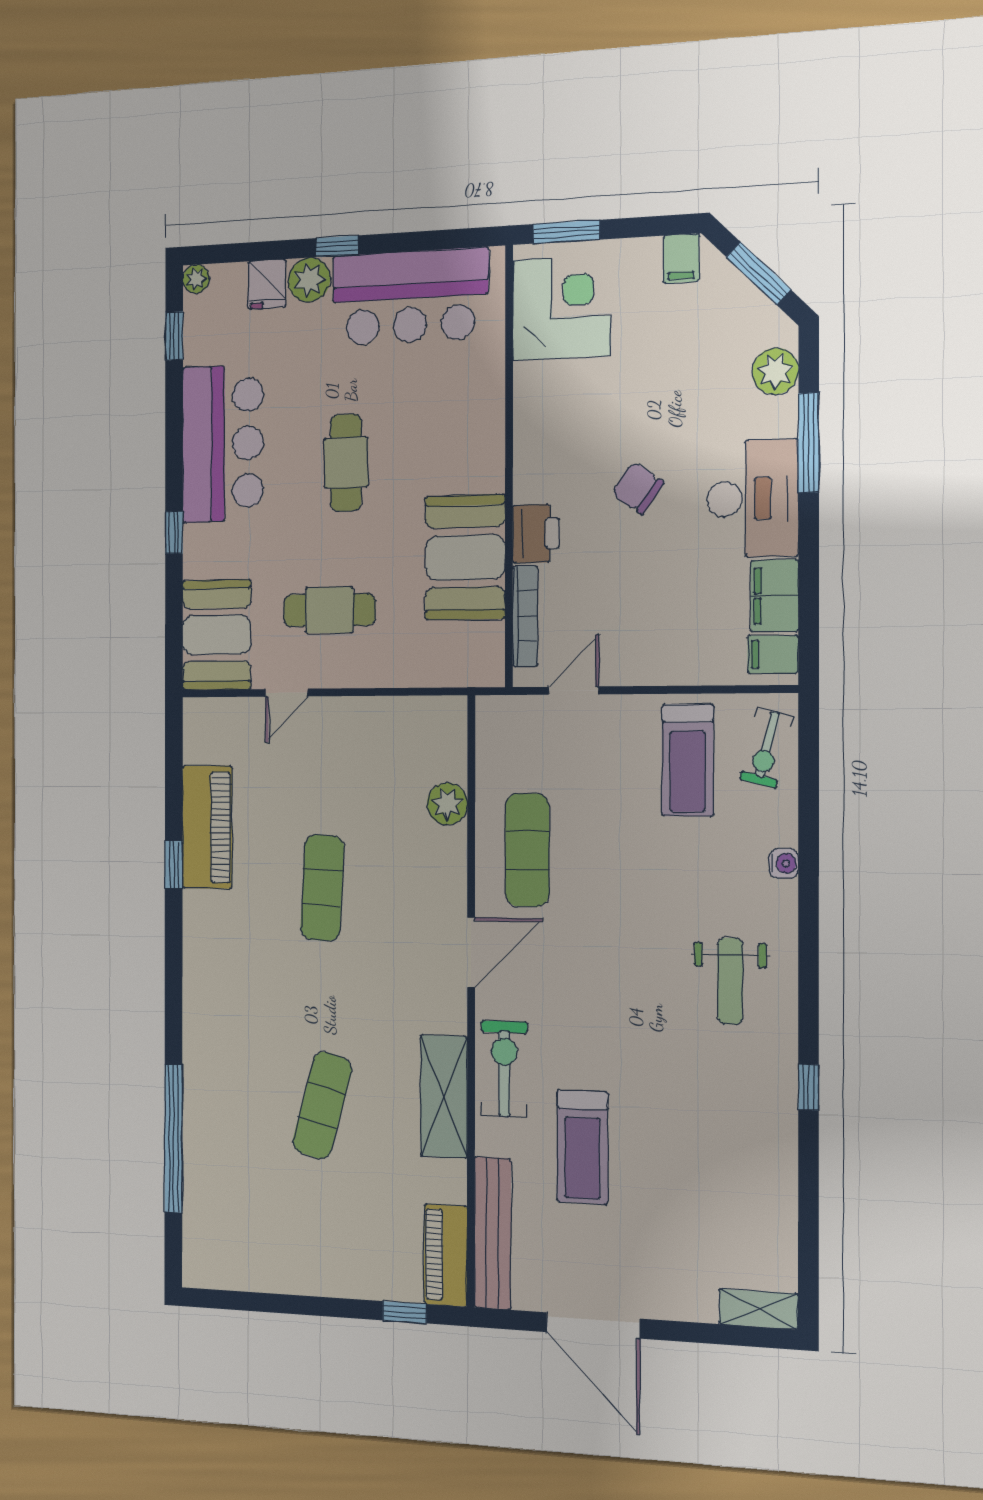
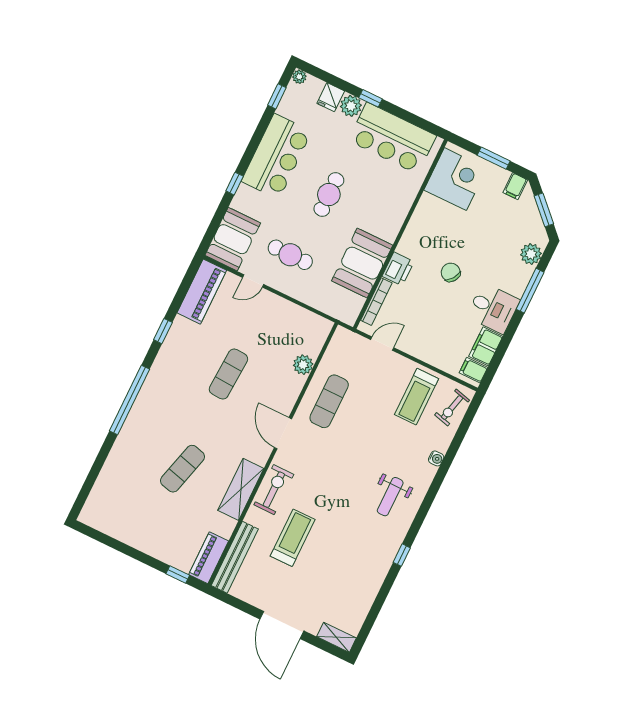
window: (566, 232) -> (494, 158), moved
desk: (753, 499) -> (493, 308), width x0.73
piano: (207, 827) -> (202, 292), moved
door: (471, 952) -> (283, 433), swing flipped
window: (173, 1138) -> (129, 400), moved
treadmill: (582, 1147) -> (293, 538), turned 180
door: (593, 1325) -> (282, 625), moved

